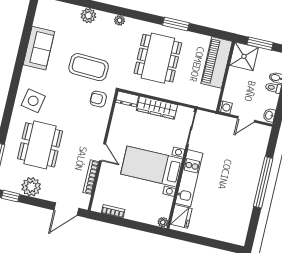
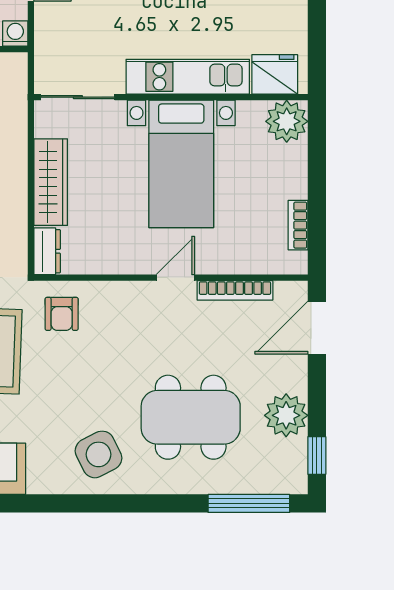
side table: (33, 101) -> (98, 454), turned -38
door: (66, 209) -> (317, 328), swing flipped
plant: (163, 222) -> (287, 121), width x1.88, depth x1.88

